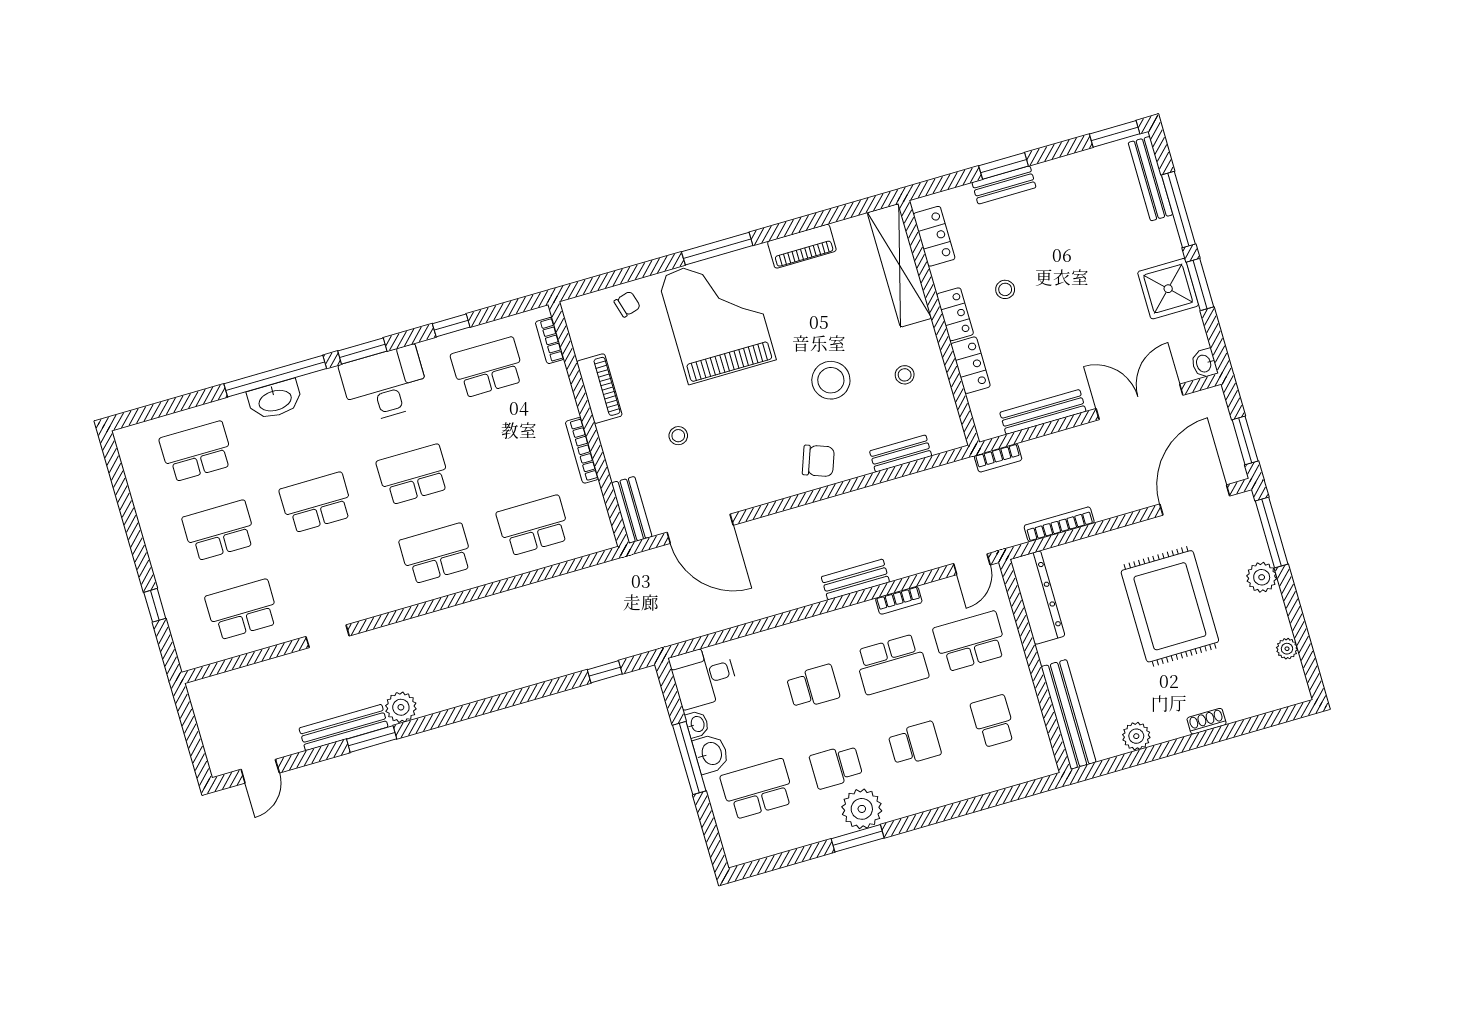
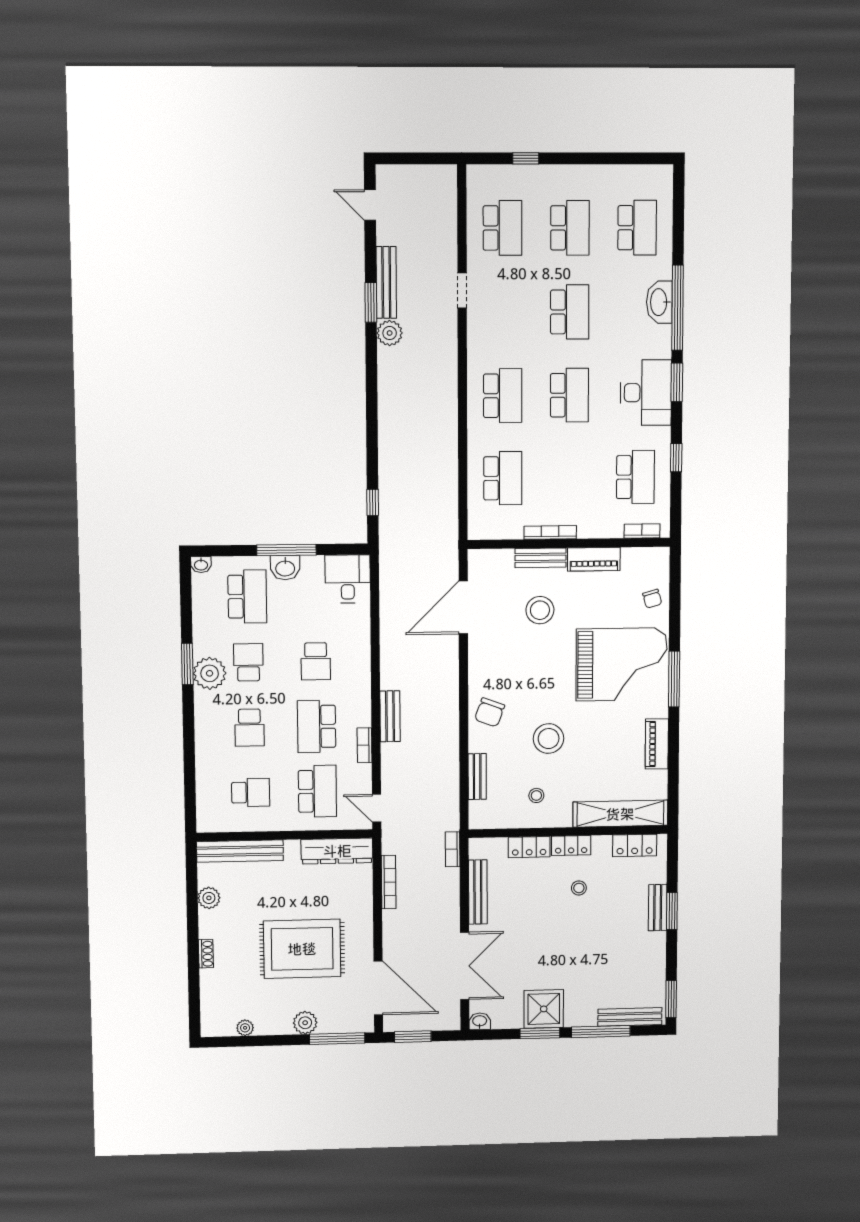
stool: (678, 436) -> (540, 610), width x1.89, depth x1.89
bench: (632, 510) -> (541, 558), moved
washbasin: (697, 724) -> (201, 565), moved

